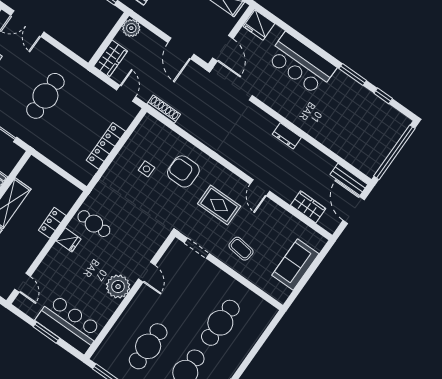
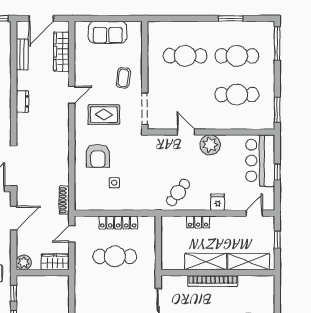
cafe table: (45, 96) -> (115, 256), moved
bench: (349, 179) -> (22, 55), moved
rug: (219, 205) -> (104, 115), turned 90
wardrobe: (308, 207) -> (61, 52), width x1.50
cafe table: (94, 224) -> (178, 193), turned 37
fridge: (68, 240) -> (218, 202), moved
doorway: (197, 248) -> (145, 109), width x1.38
door: (147, 272) -> (186, 132), hinge flipped
window: (46, 333) -> (277, 172), width x0.67

